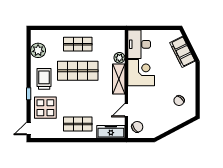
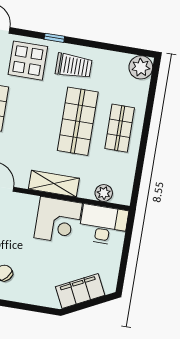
plant: (38, 50) -> (141, 67), moved
plant: (119, 58) -> (104, 193), moved

